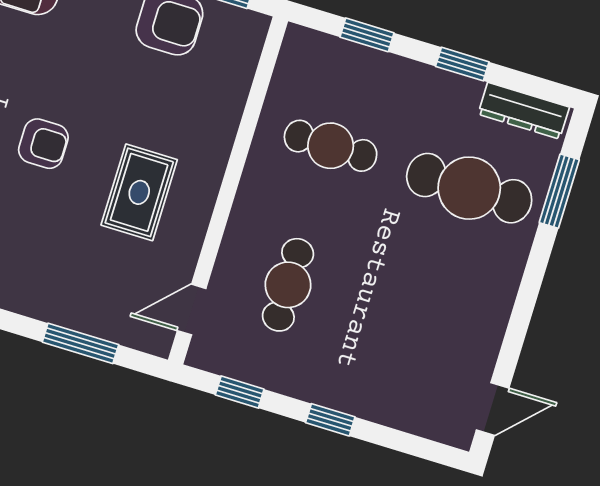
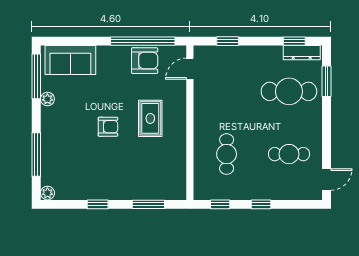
window: (462, 64) -> (294, 41), moved
cafe table: (331, 146) -> (289, 154), moved
rug: (139, 192) -> (150, 118), moved
door: (192, 310) -> (190, 69), moved

